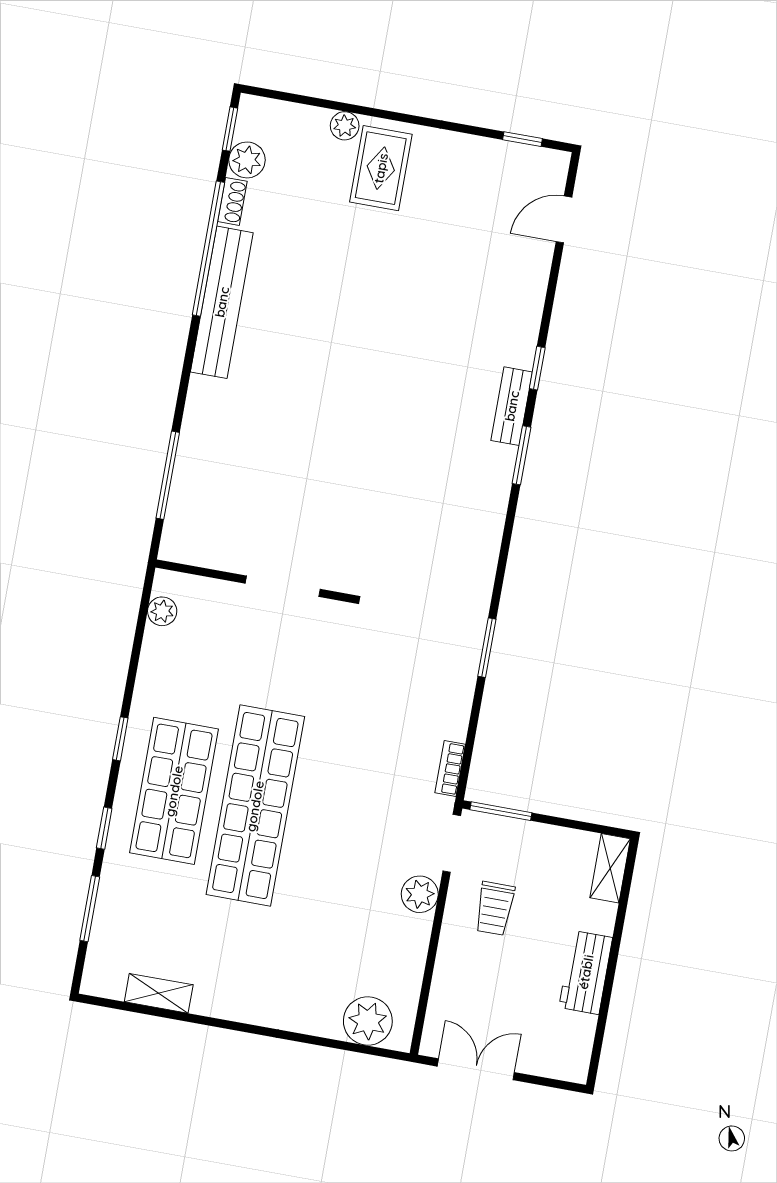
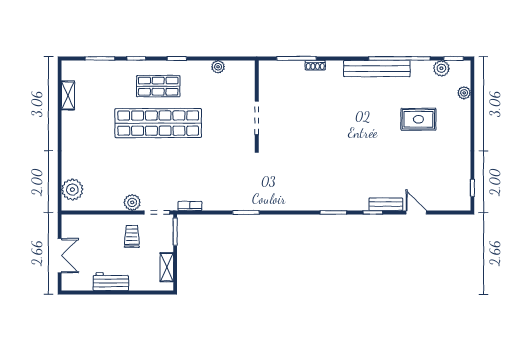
plant: (345, 126) -> (464, 93), moved
rug: (381, 168) -> (418, 119), moved
shoe rack: (232, 201) -> (315, 65), moved
door: (564, 219) -> (416, 212), moved
bench: (512, 406) -> (386, 204), moved
plant: (162, 611) -> (218, 67), moved
shop shelf: (174, 791) -> (158, 86), width x0.70, depth x0.74
shelving: (610, 868) -> (167, 267), moved, turned 90
trolley: (495, 908) -> (132, 236), turned 90
double door: (476, 1069) -> (60, 256), moved

